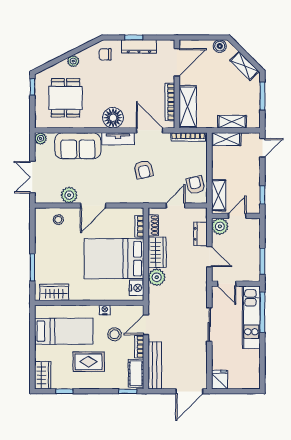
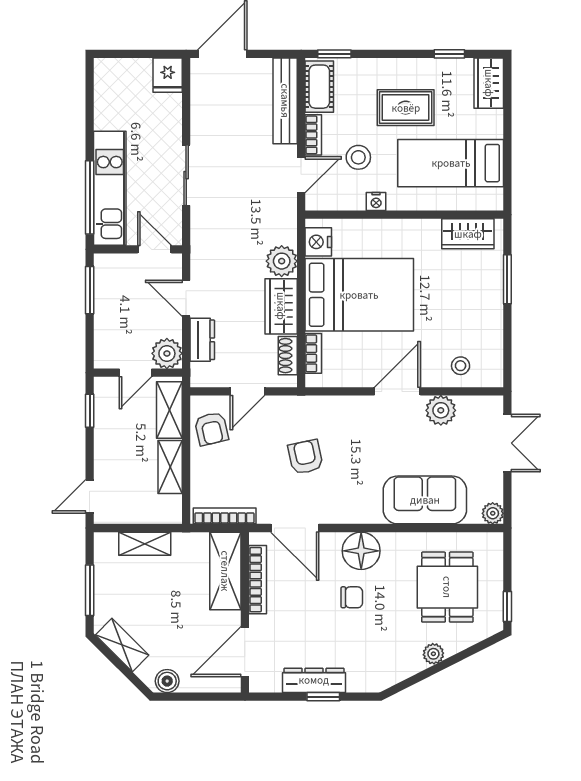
chair: (105, 54) -> (352, 597), moved
tv unit: (118, 139) -> (352, 513), removed
shelving: (226, 139) -> (170, 467), moved, turned 90

